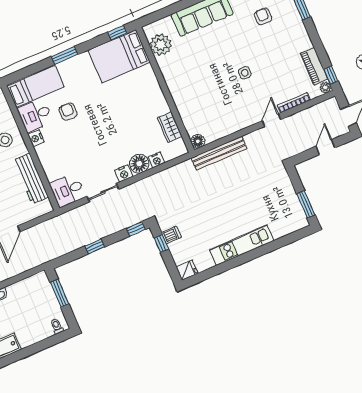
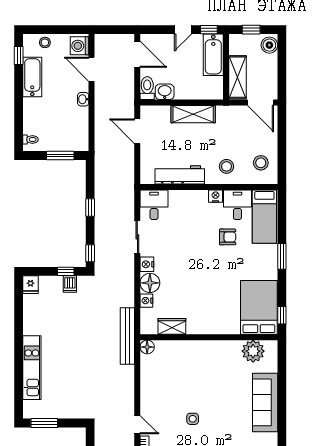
bench: (219, 153) -> (127, 336), moved
kitchen unit: (242, 245) -> (32, 368), moved

